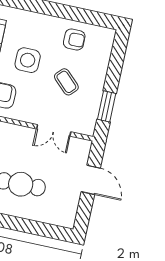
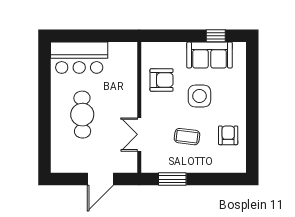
armchair: (74, 39) -> (228, 135), turned 180
coffee table: (66, 82) -> (187, 137), turned 53

